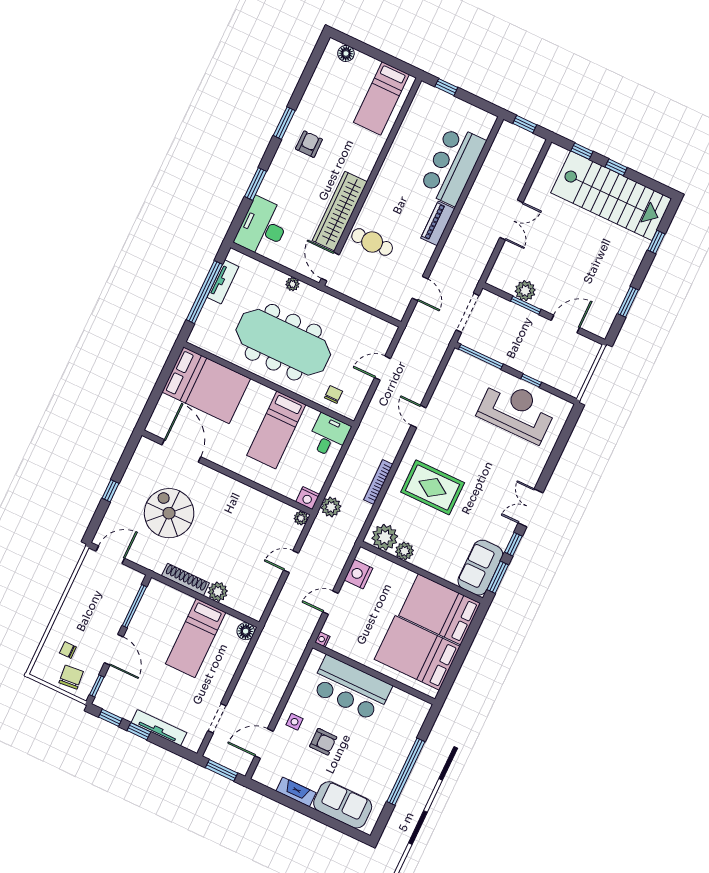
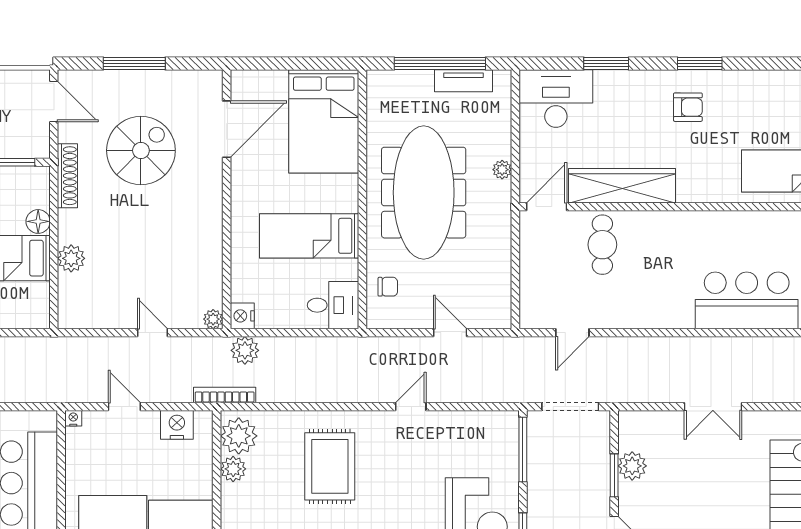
piano: (438, 223) -> (665, 316), removed
bookcase: (378, 482) -> (225, 395), moved
window: (110, 491) -> (134, 64), width x2.17
shoe rack: (185, 579) -> (67, 176), moved
floor lamp: (246, 631) -> (38, 221), moved

